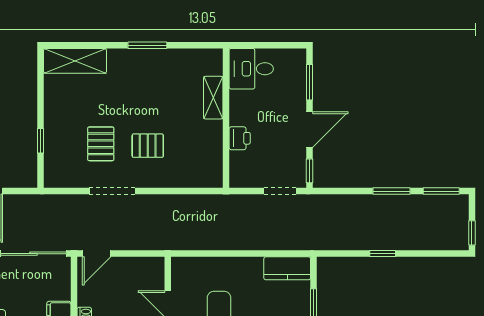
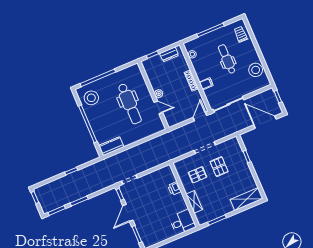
desk: (251, 69) -> (183, 222), moved
shelving: (213, 98) -> (194, 202), moved
wall: (226, 118) -> (184, 195), moved
printer: (240, 138) -> (174, 189), moved

